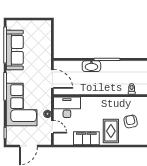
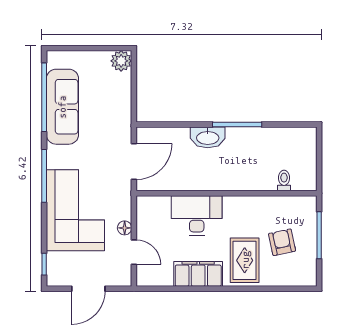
plant: (46, 26) -> (121, 61), added
door: (52, 79) -> (134, 162), hinge flipped
desk: (67, 107) -> (197, 215), moved

